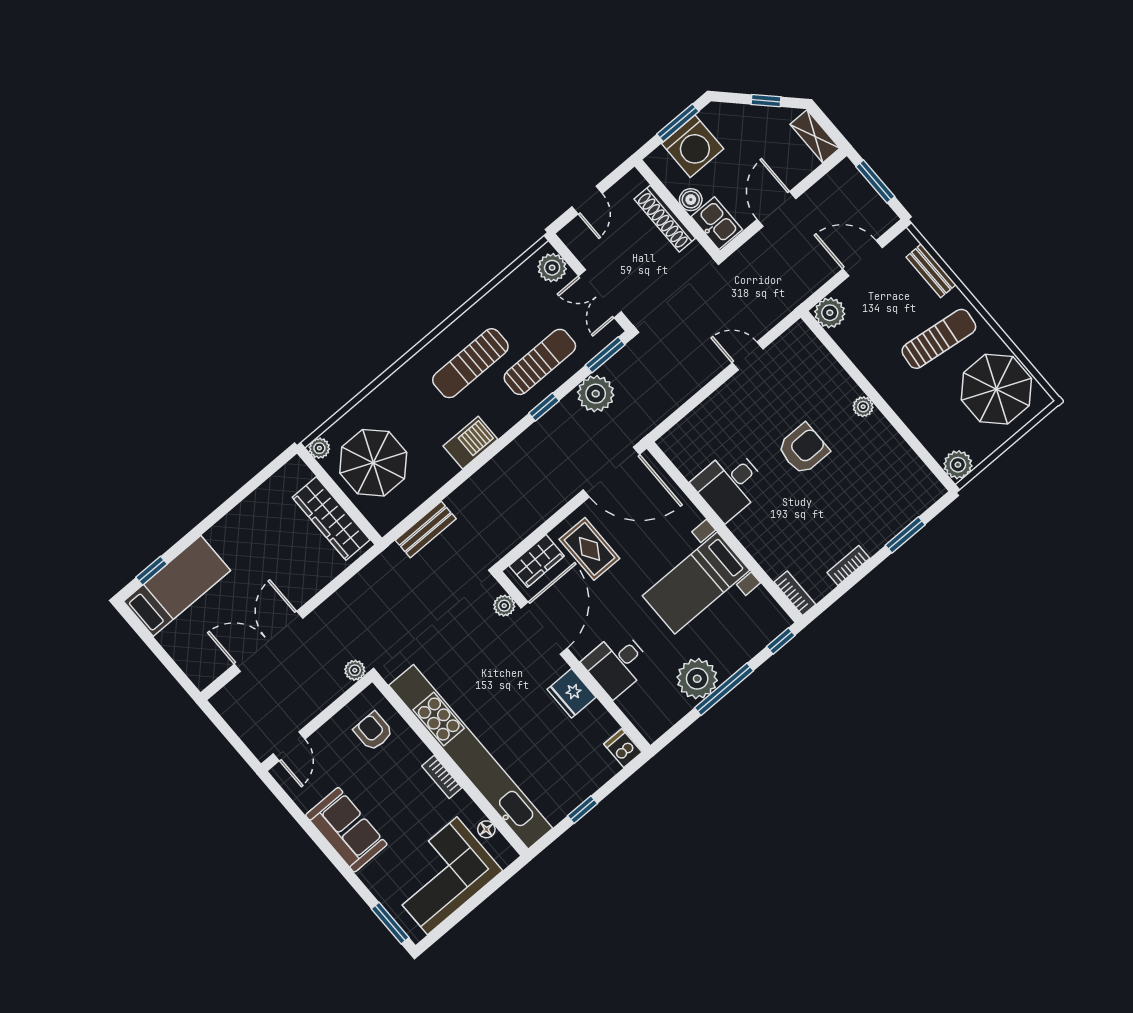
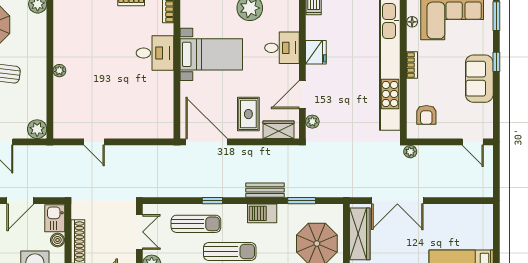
window: (605, 355) -> (302, 201), moved
sun lounger: (540, 362) -> (196, 224), turned 180
plant: (596, 394) -> (182, 186), removed
armchair: (803, 449) -> (105, 75), removed
desk: (730, 484) -> (155, 53), moved
bench: (426, 529) -> (265, 190), moved
door: (544, 628) -> (302, 95), width x0.73
double door: (268, 641) -> (397, 201), moved
door: (289, 746) -> (473, 142), swing flipped
window: (343, 868) -> (496, 62), added

